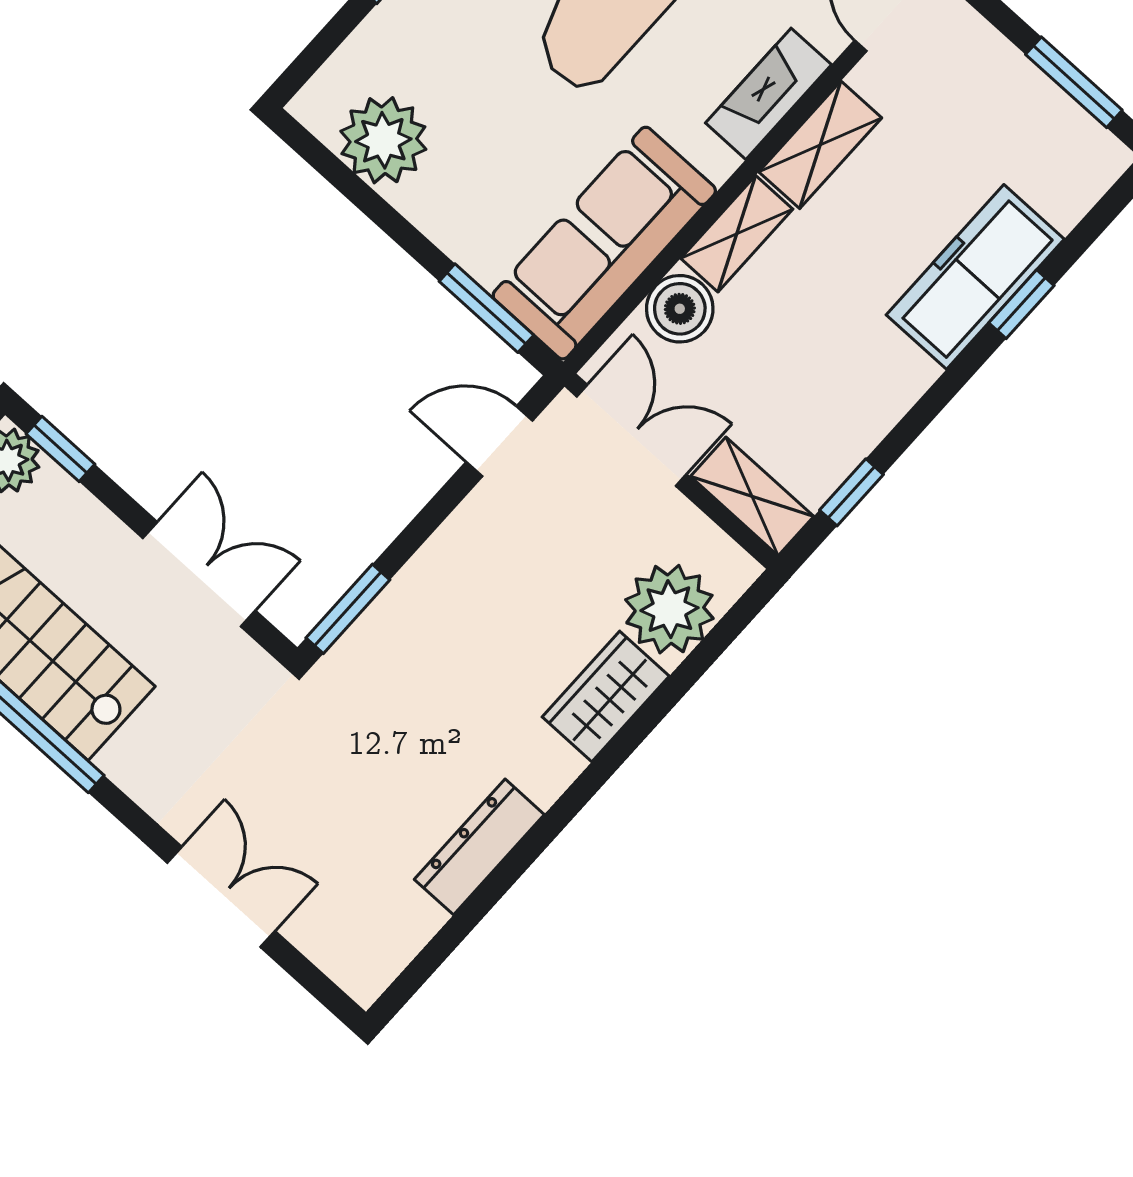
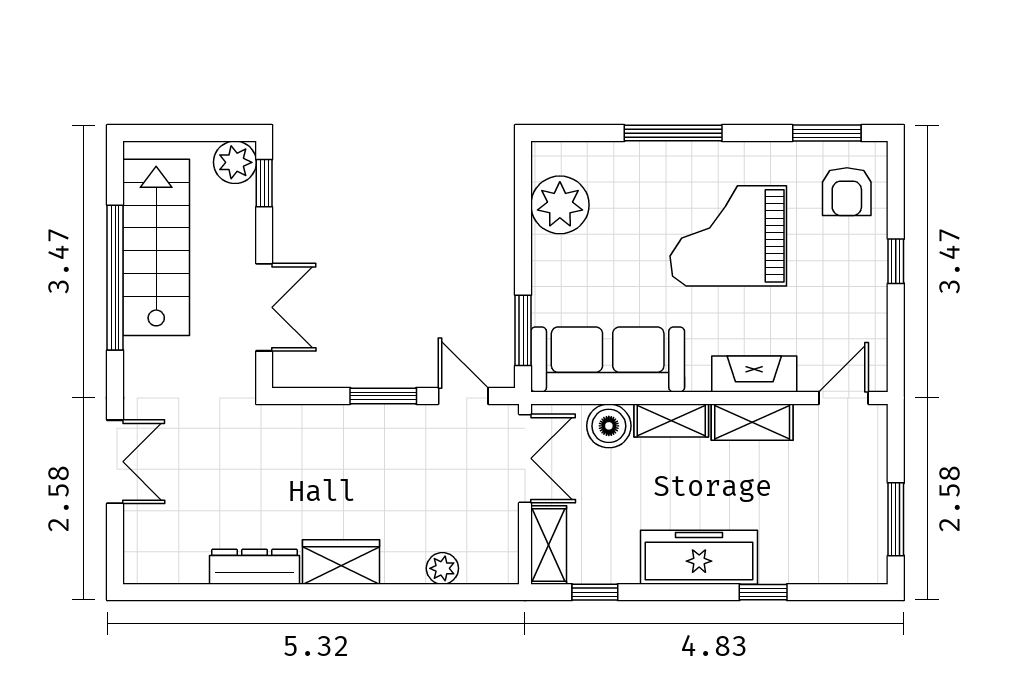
freezer: (975, 277) -> (699, 557), moved
window: (348, 609) -> (383, 396), moved
plant: (669, 609) -> (442, 568), width x0.53, depth x0.53
wardrobe: (606, 697) -> (341, 562), moved

